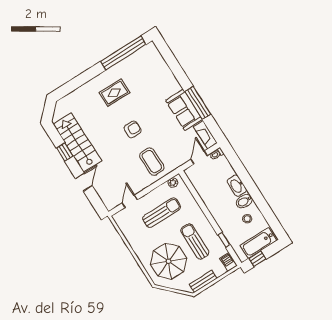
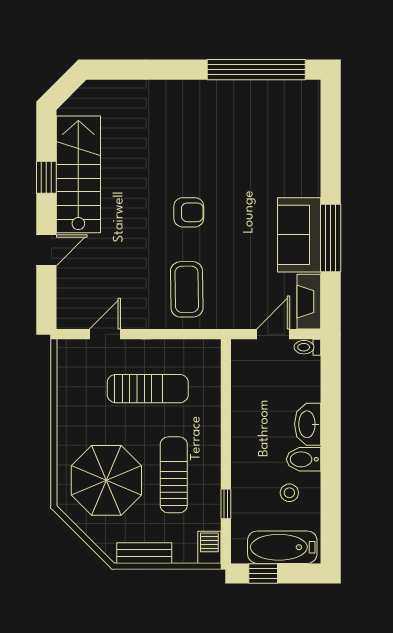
rug: (114, 93) -> (197, 129), removed
plant: (173, 183) -> (200, 349), removed

